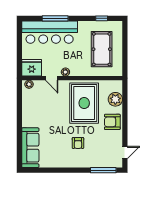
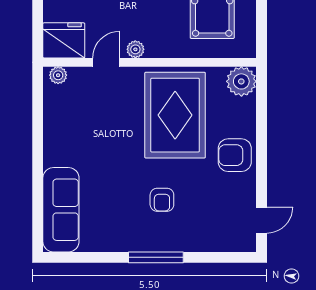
door: (52, 78) -> (106, 62), swing flipped
plant: (115, 99) -> (241, 81), moved
window: (103, 170) -> (156, 257), moved

